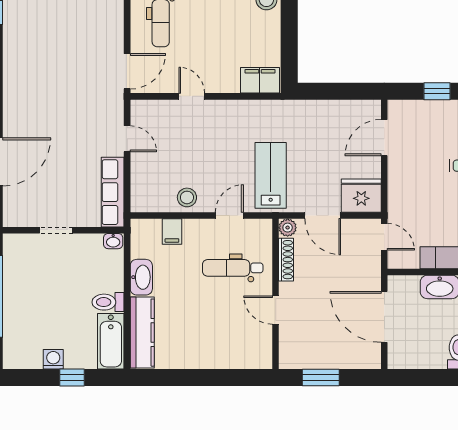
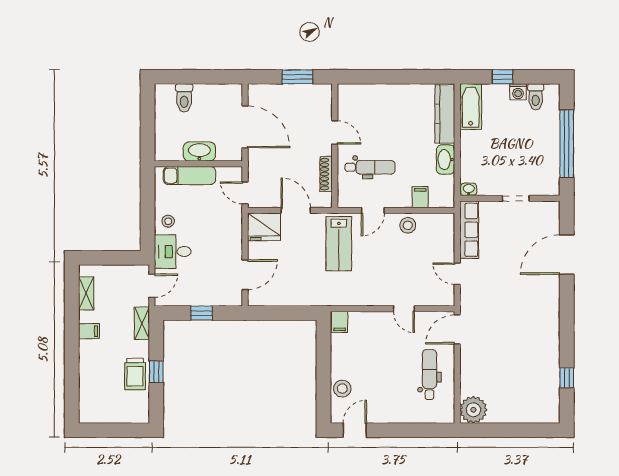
filing cabinet: (260, 80) -> (340, 322), width x0.50
plant: (288, 228) -> (325, 200), removed
toilet: (108, 302) -> (536, 97), moved, turned 90

